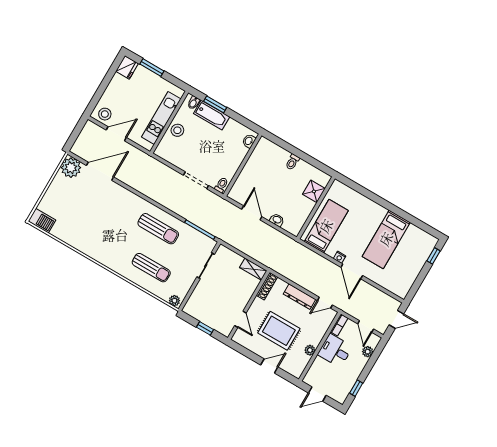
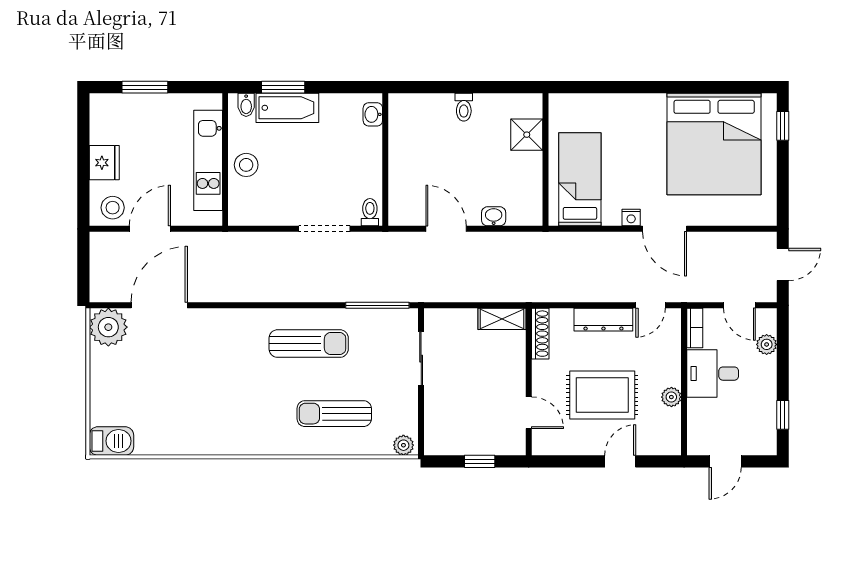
fridge: (127, 67) -> (104, 163), moved
bed: (386, 239) -> (714, 144), width x2.04
sun lounger: (151, 268) -> (334, 414), turned 180

